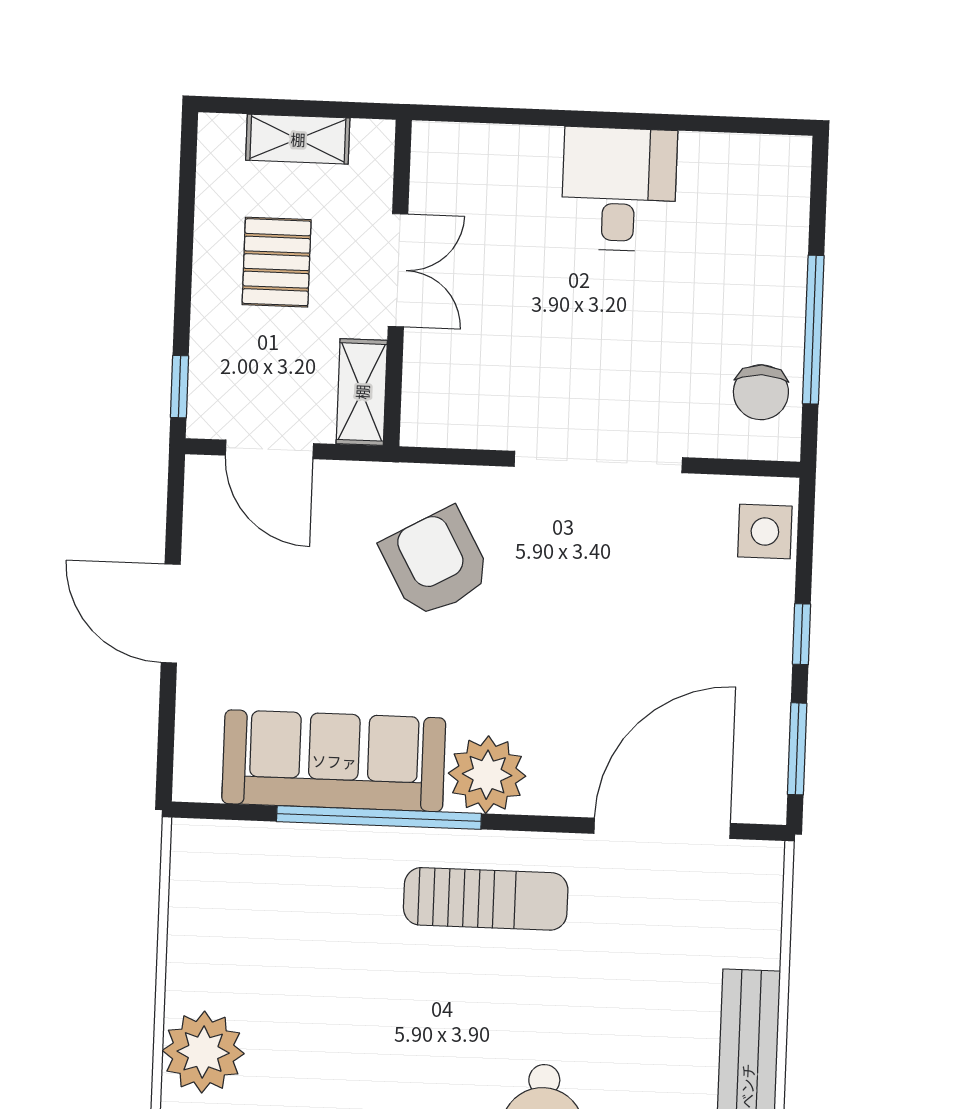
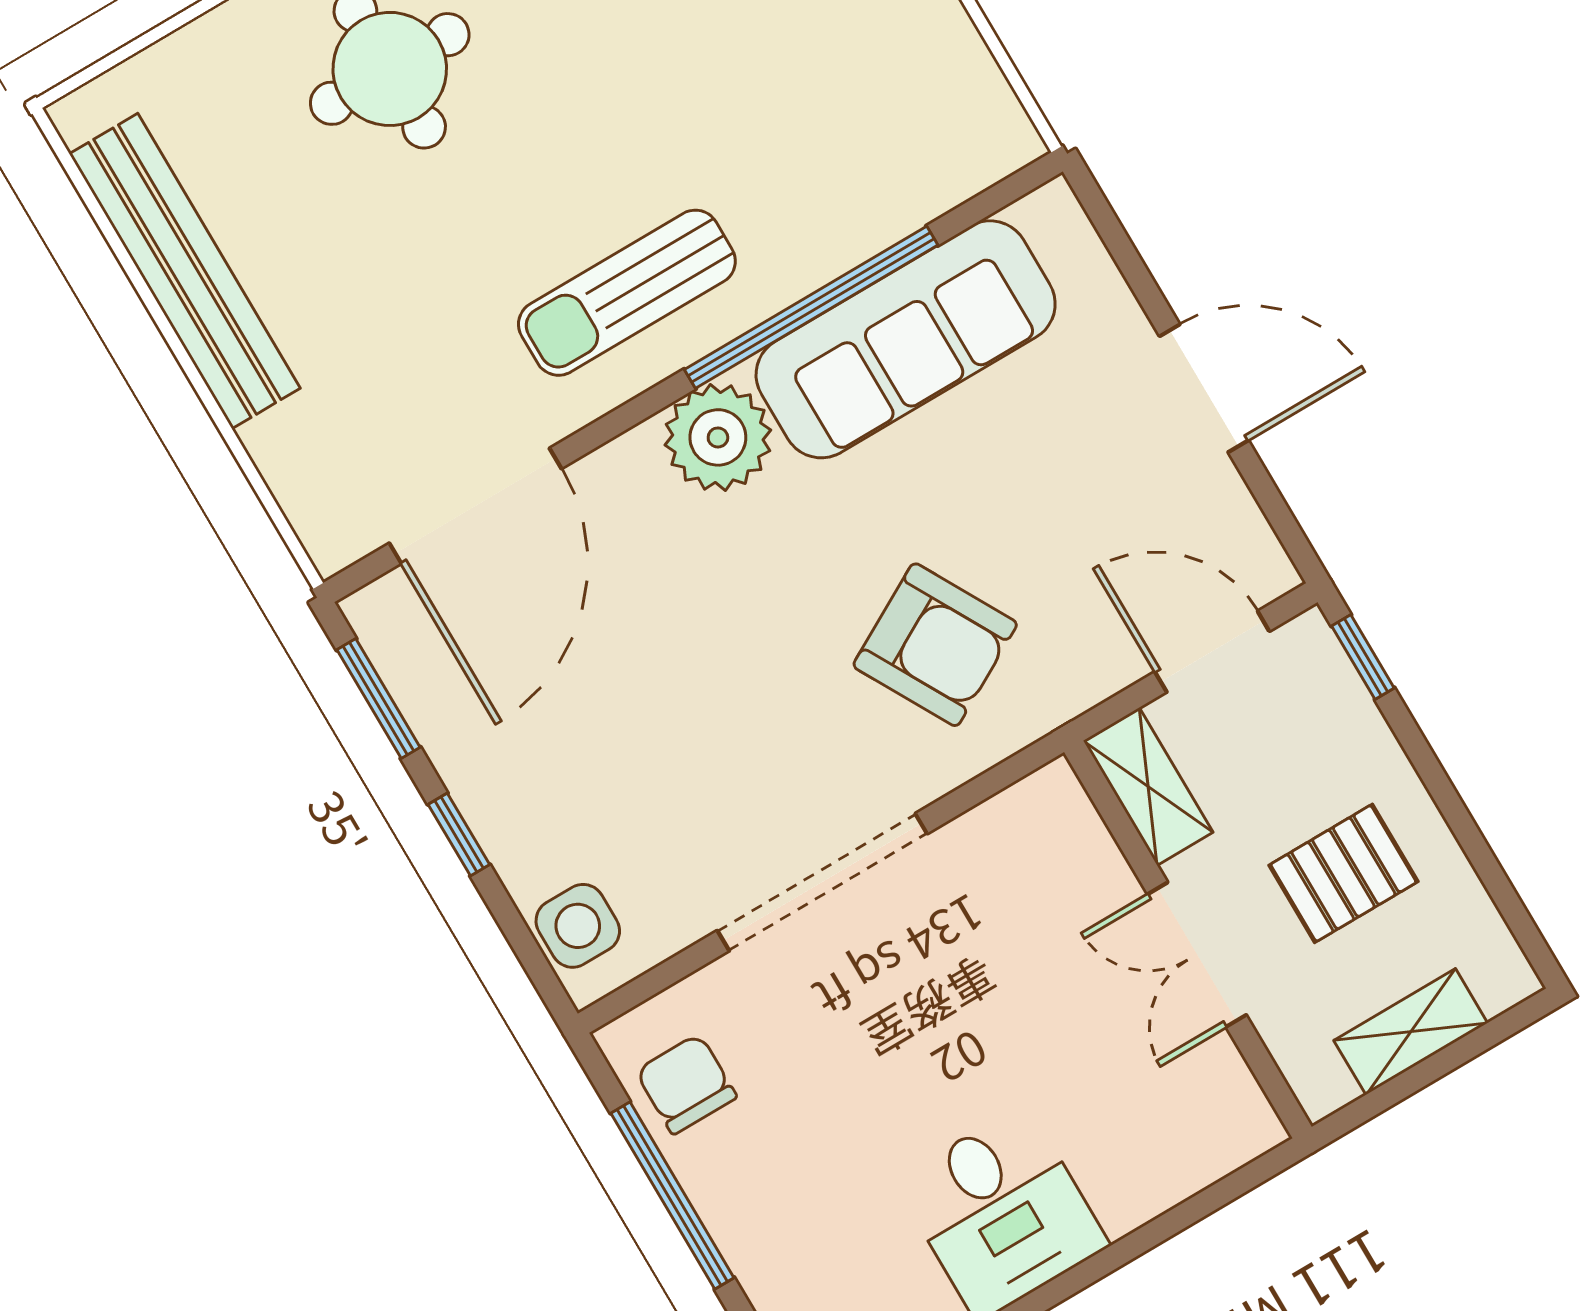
pallet: (277, 262) -> (1343, 873), turned 90

